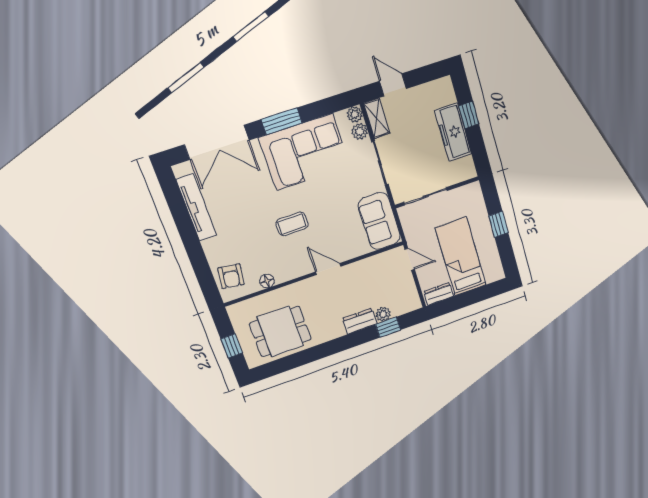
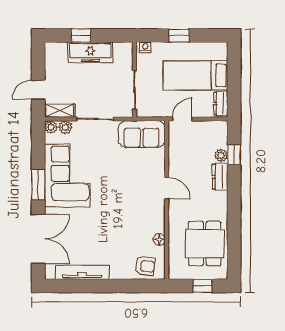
nightstand: (476, 192) -> (145, 47), added
coffee table: (292, 224) -> (120, 204), removed
door: (328, 269) -> (167, 188), swing flipped

